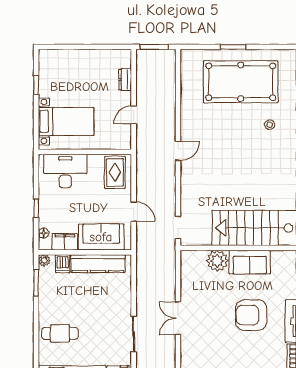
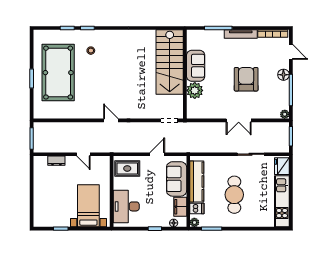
armchair: (251, 315) -> (246, 79), moved, turned 180
cafe table: (60, 333) -> (234, 195), moved, width x1.37, depth x1.35

